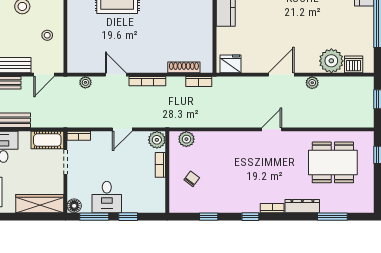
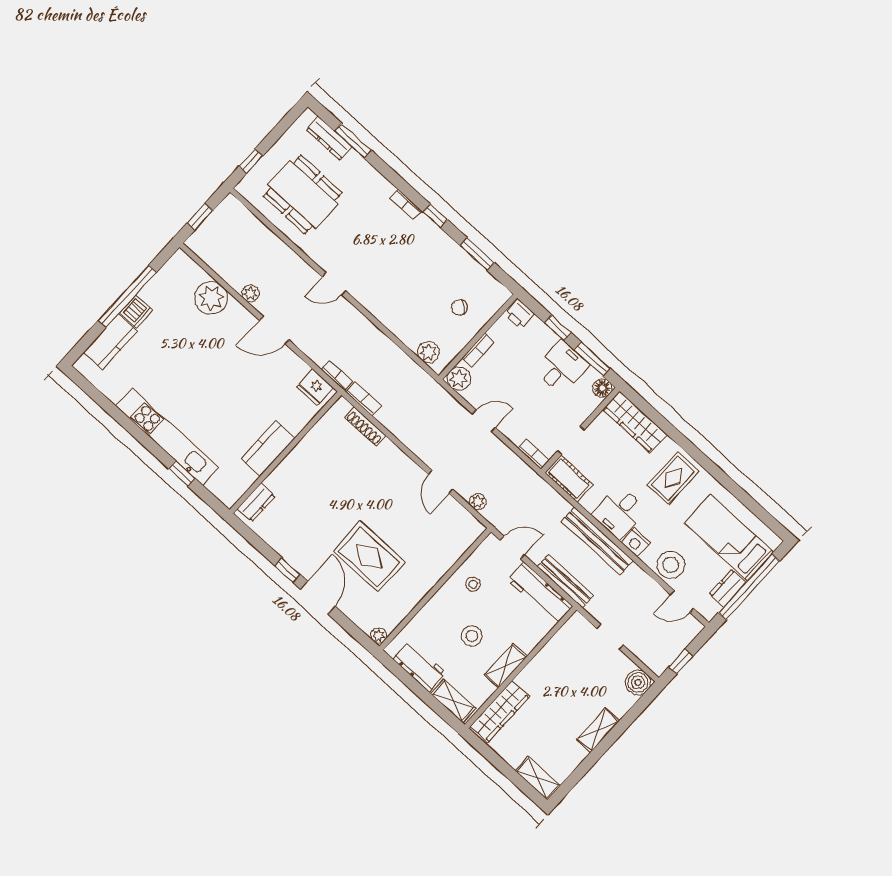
dishwasher: (354, 64) -> (136, 311), moved, turned -90
bookcase: (147, 81) -> (337, 375), moved, width x0.64
printer: (156, 205) -> (520, 314), added
dresser: (302, 206) -> (329, 138), moved
window: (209, 217) -> (477, 254), width x1.50

